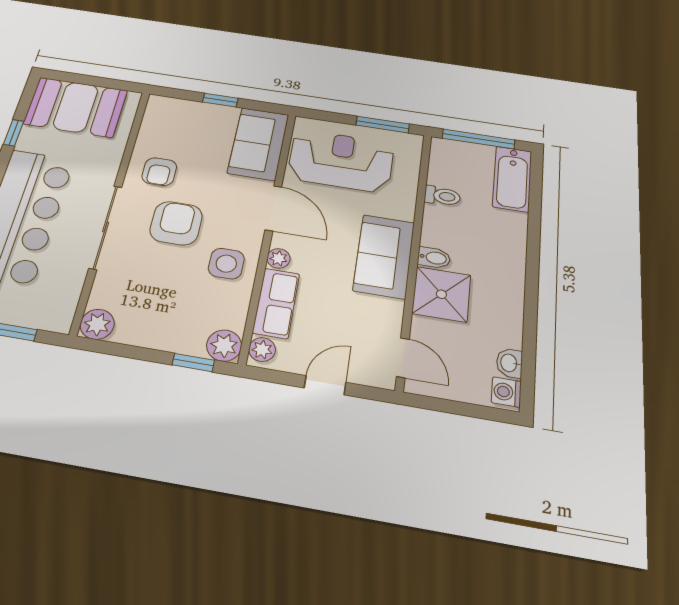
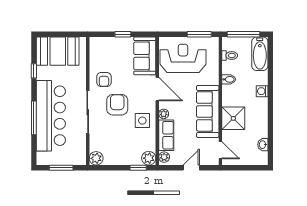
toilet: (442, 196) -> (230, 55), moved
sofa: (384, 256) -> (208, 111), width x1.36
bidet: (434, 258) -> (229, 79), moved
washing machine: (506, 392) -> (262, 91), moved

